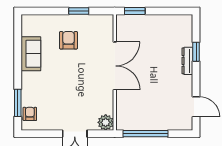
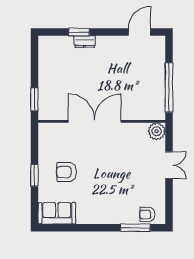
window: (79, 11) -> (34, 175), moved
sofa: (31, 54) -> (57, 213), moved
dresser: (187, 61) -> (85, 42), width x0.70

